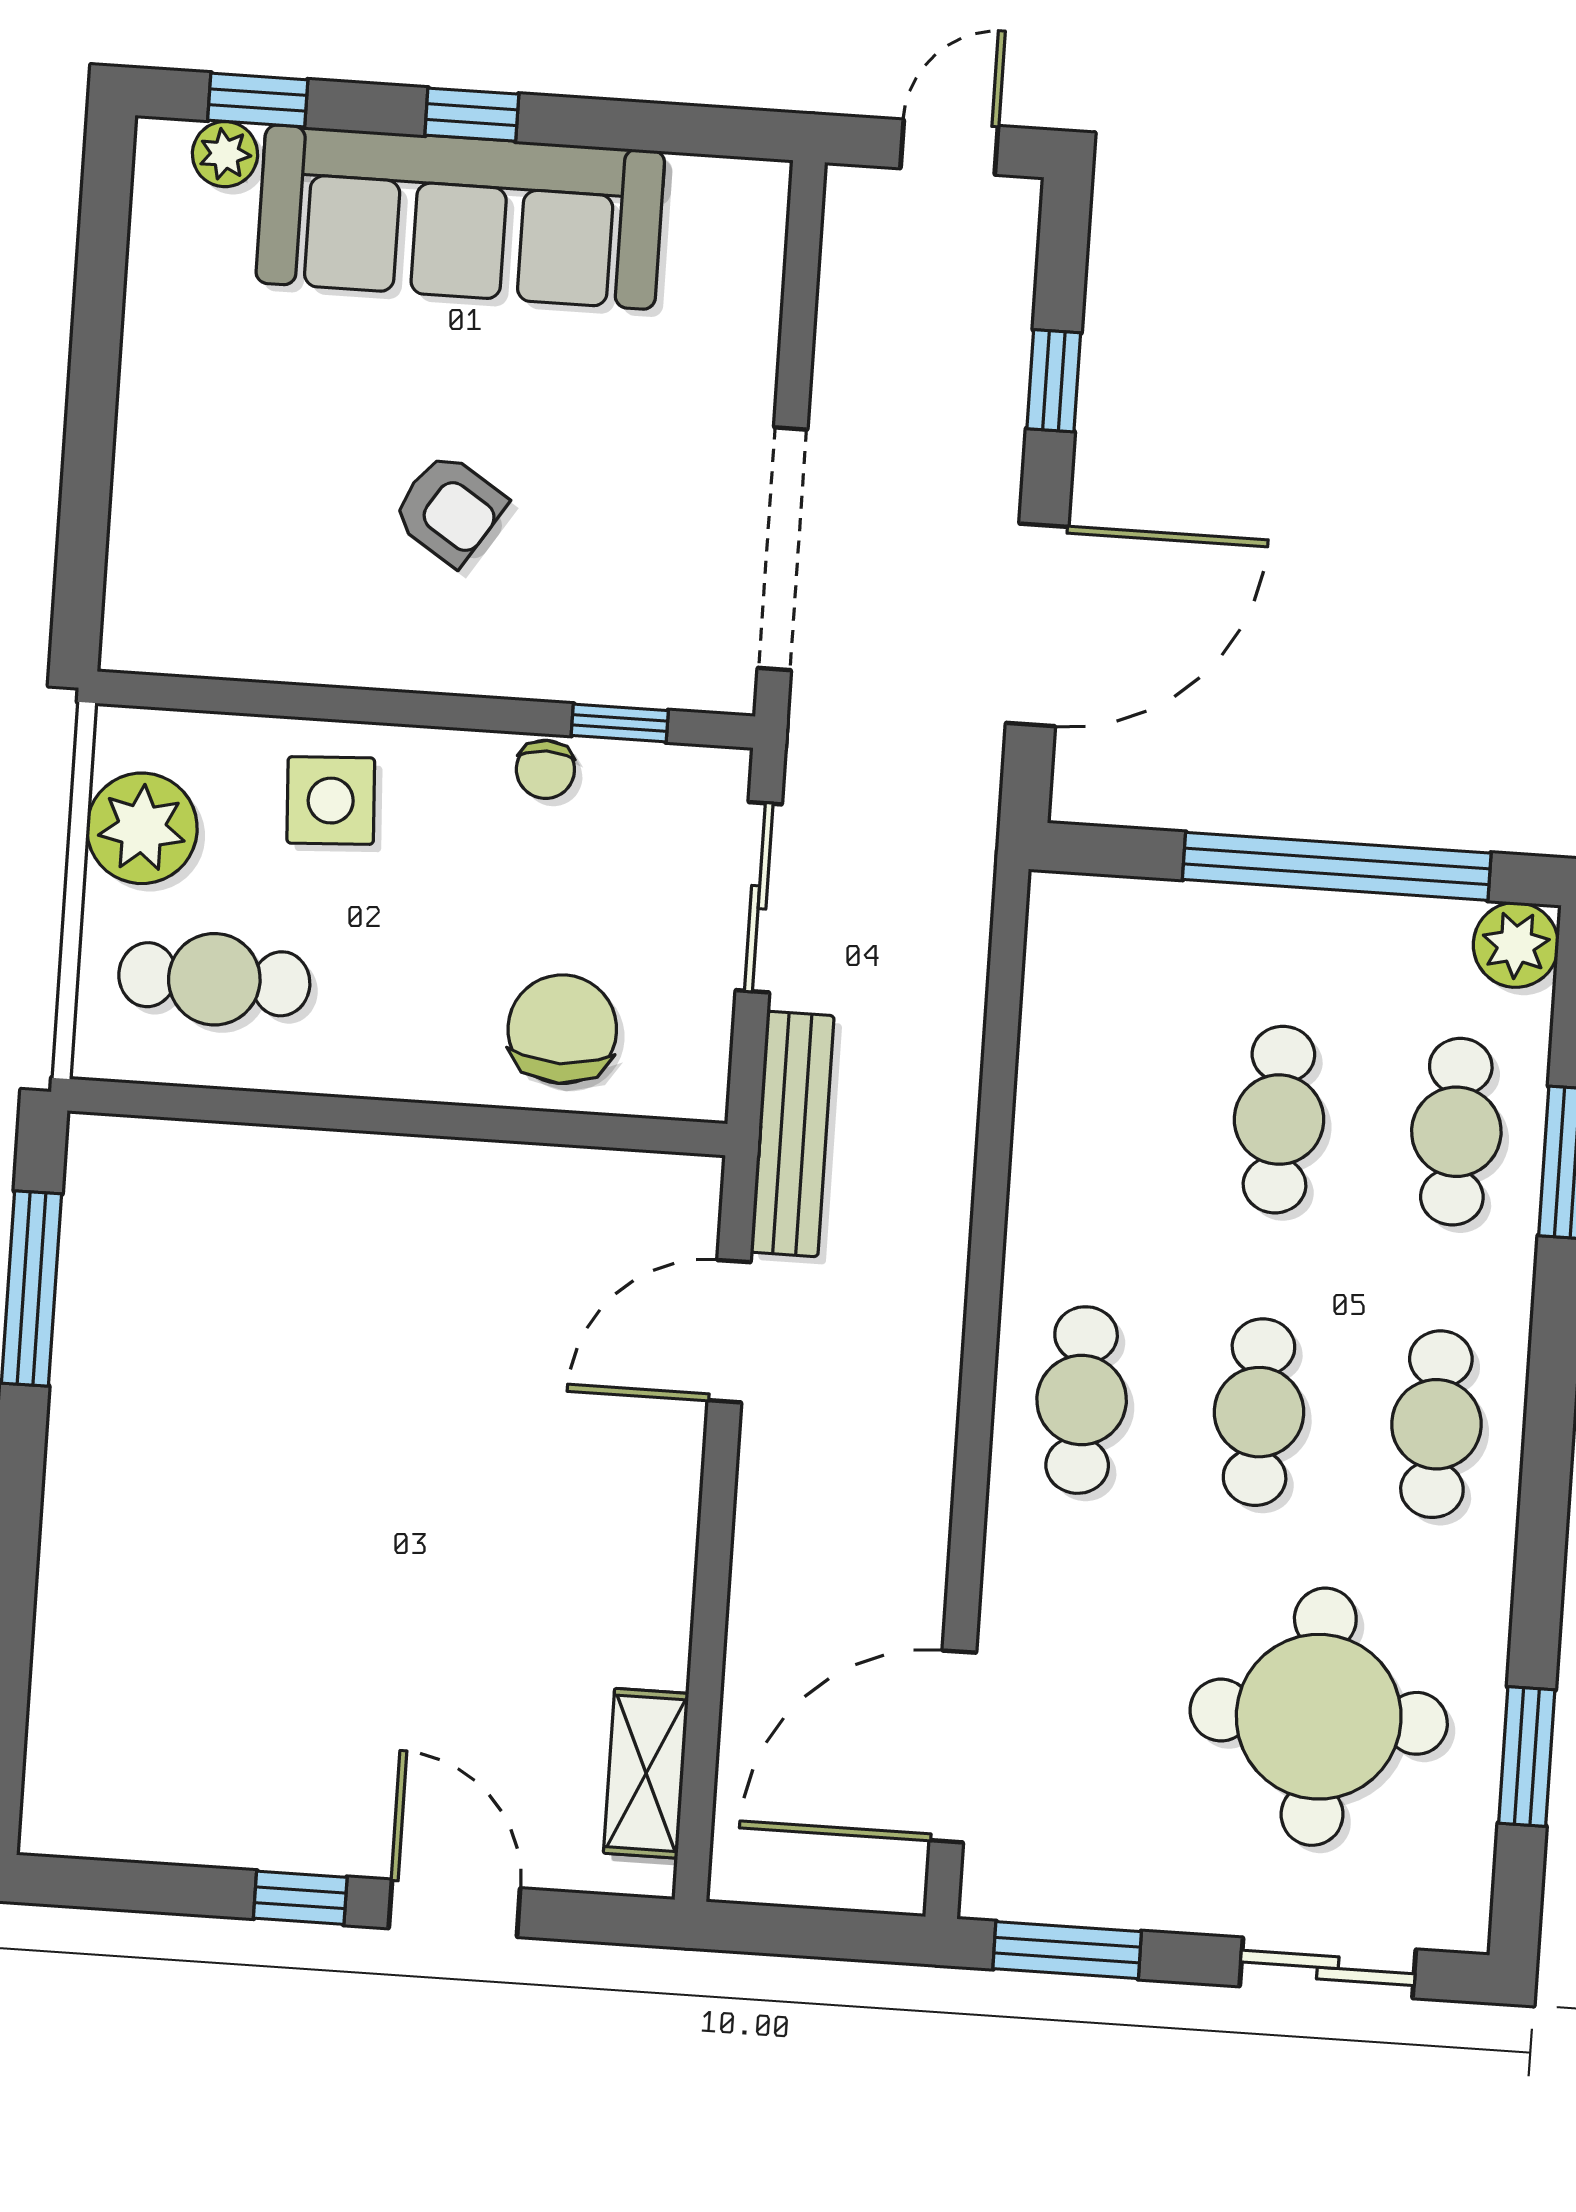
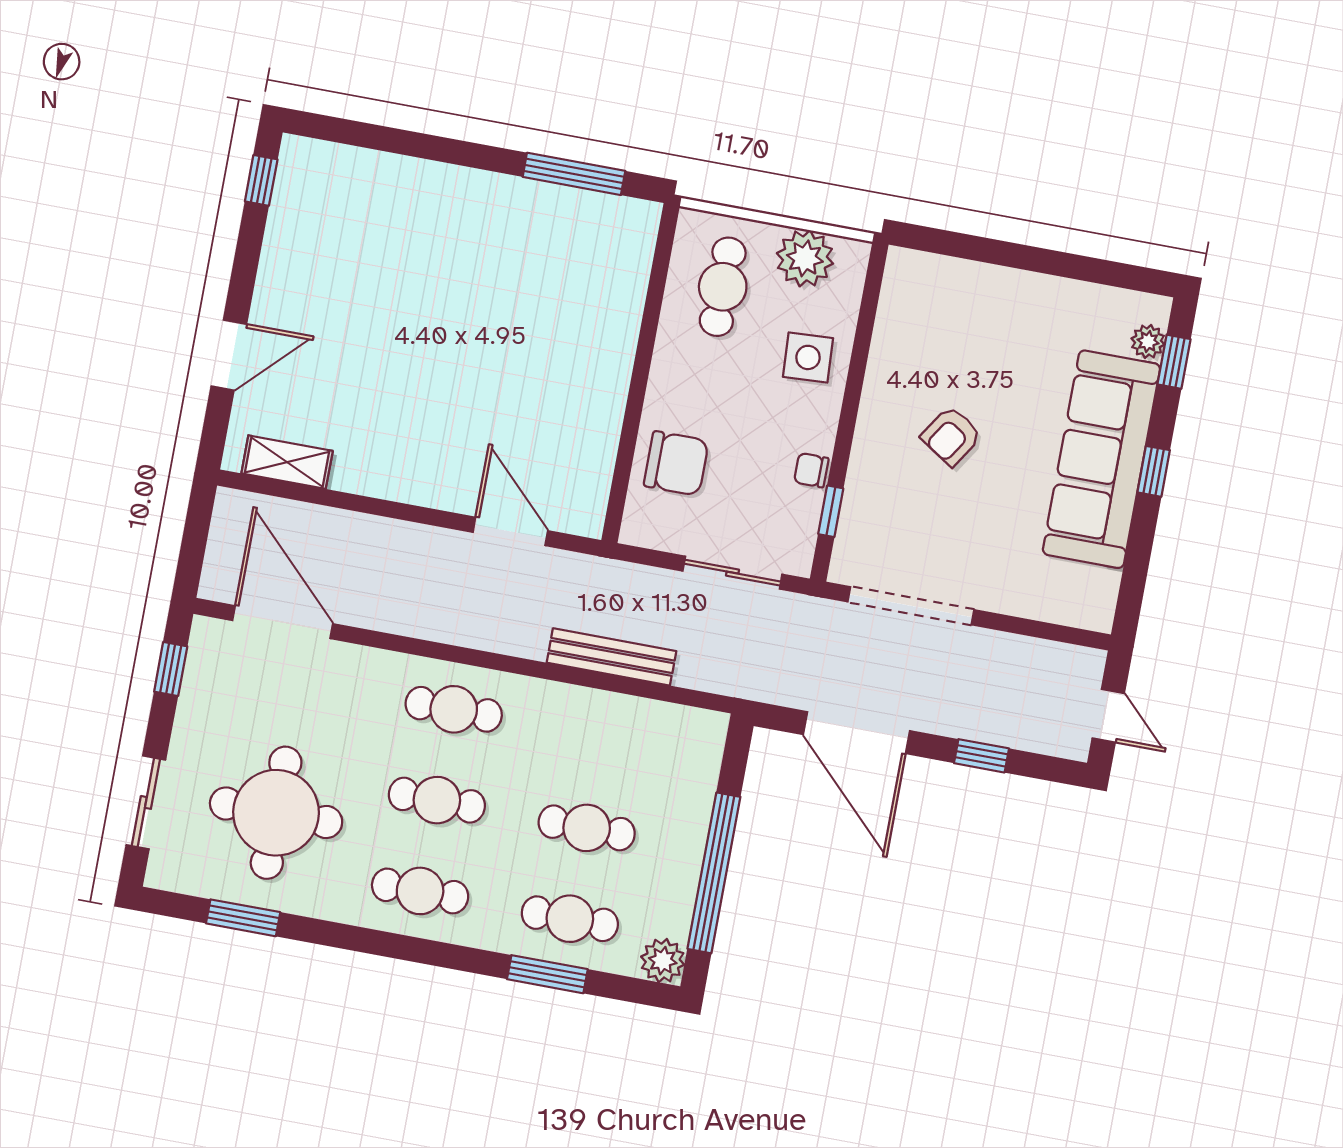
bench: (792, 1134) -> (611, 657), moved
window: (300, 1898) -> (261, 180), moved
window: (1067, 1950) -> (171, 669), width x0.67

